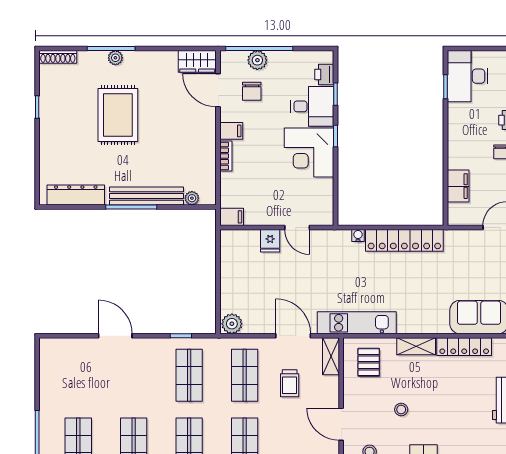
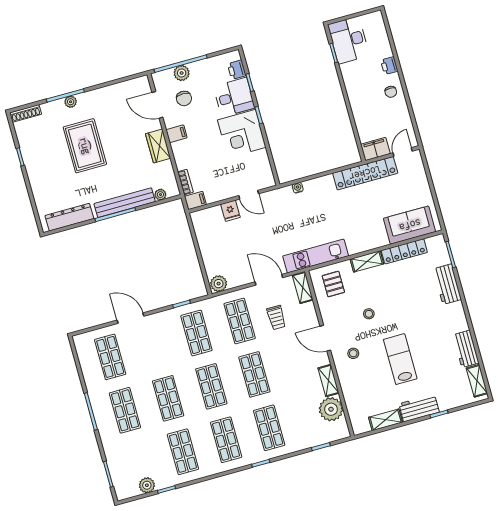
wardrobe: (197, 61) -> (158, 146), moved, turned 90
bookcase: (226, 156) -> (185, 182), moved
filing cabinet: (458, 186) -> (375, 149), moved, turned -90
locker: (404, 240) -> (365, 173), moved
shop shelf: (78, 375) -> (110, 357), added

